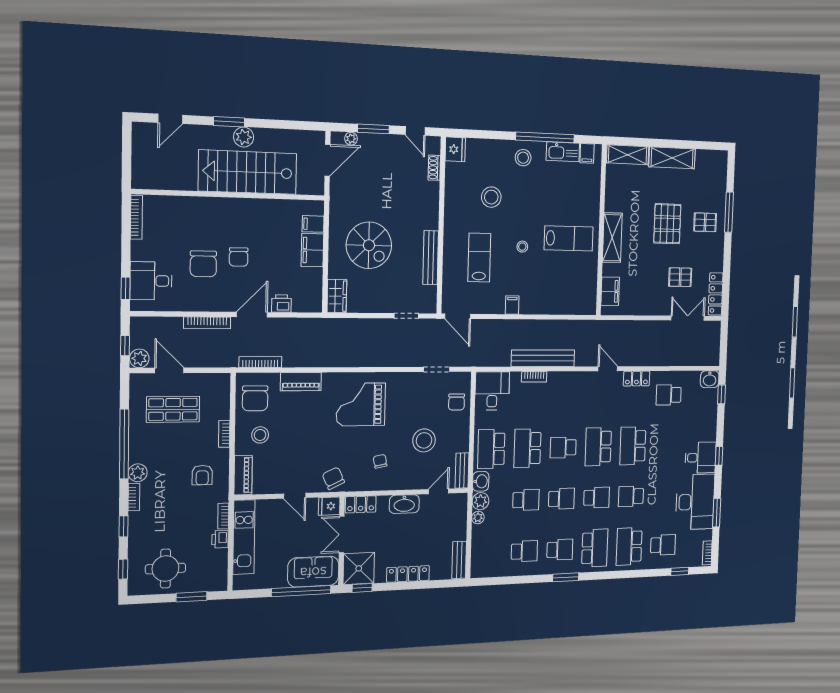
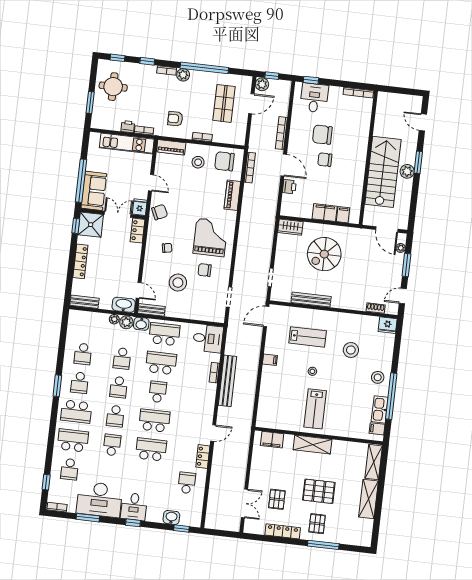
locker: (716, 294) -> (283, 531), moved
washbasin: (710, 379) -> (171, 517), moved, turned 90
chair: (456, 402) -> (205, 270), moved
door: (295, 496) -> (151, 183), swing flipped
washbasin: (404, 504) -> (124, 305), moved, turned 90

